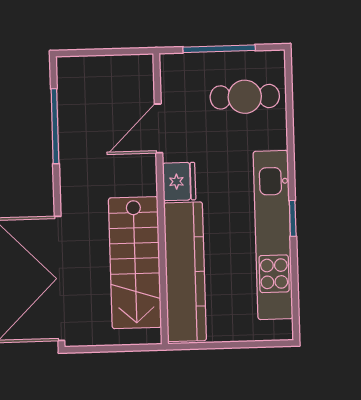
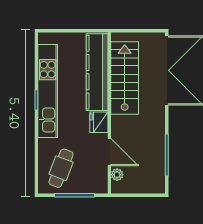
plant: (143, 88) -> (117, 175), added
cafe table: (245, 97) -> (61, 168), turned -69
door: (159, 128) -> (109, 152), hinge flipped

